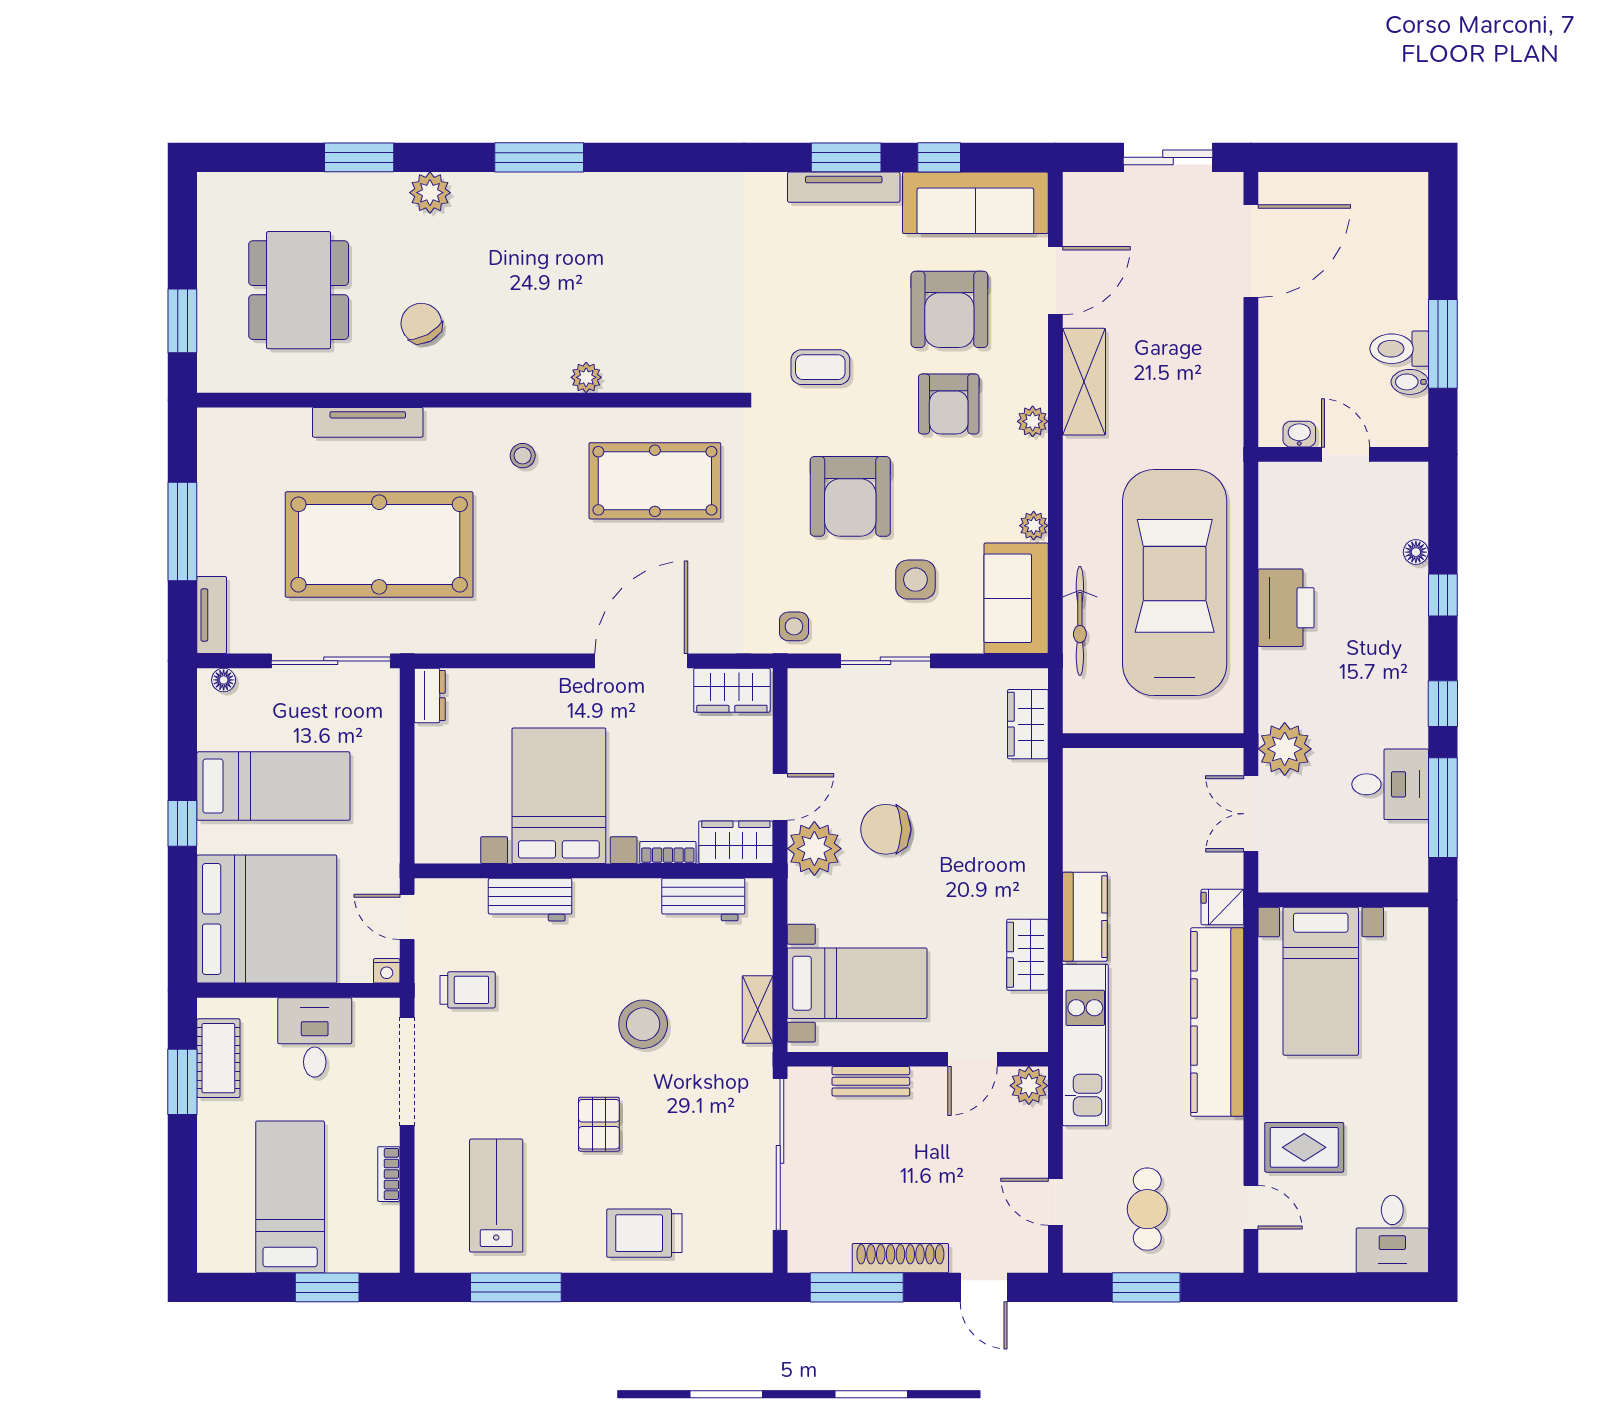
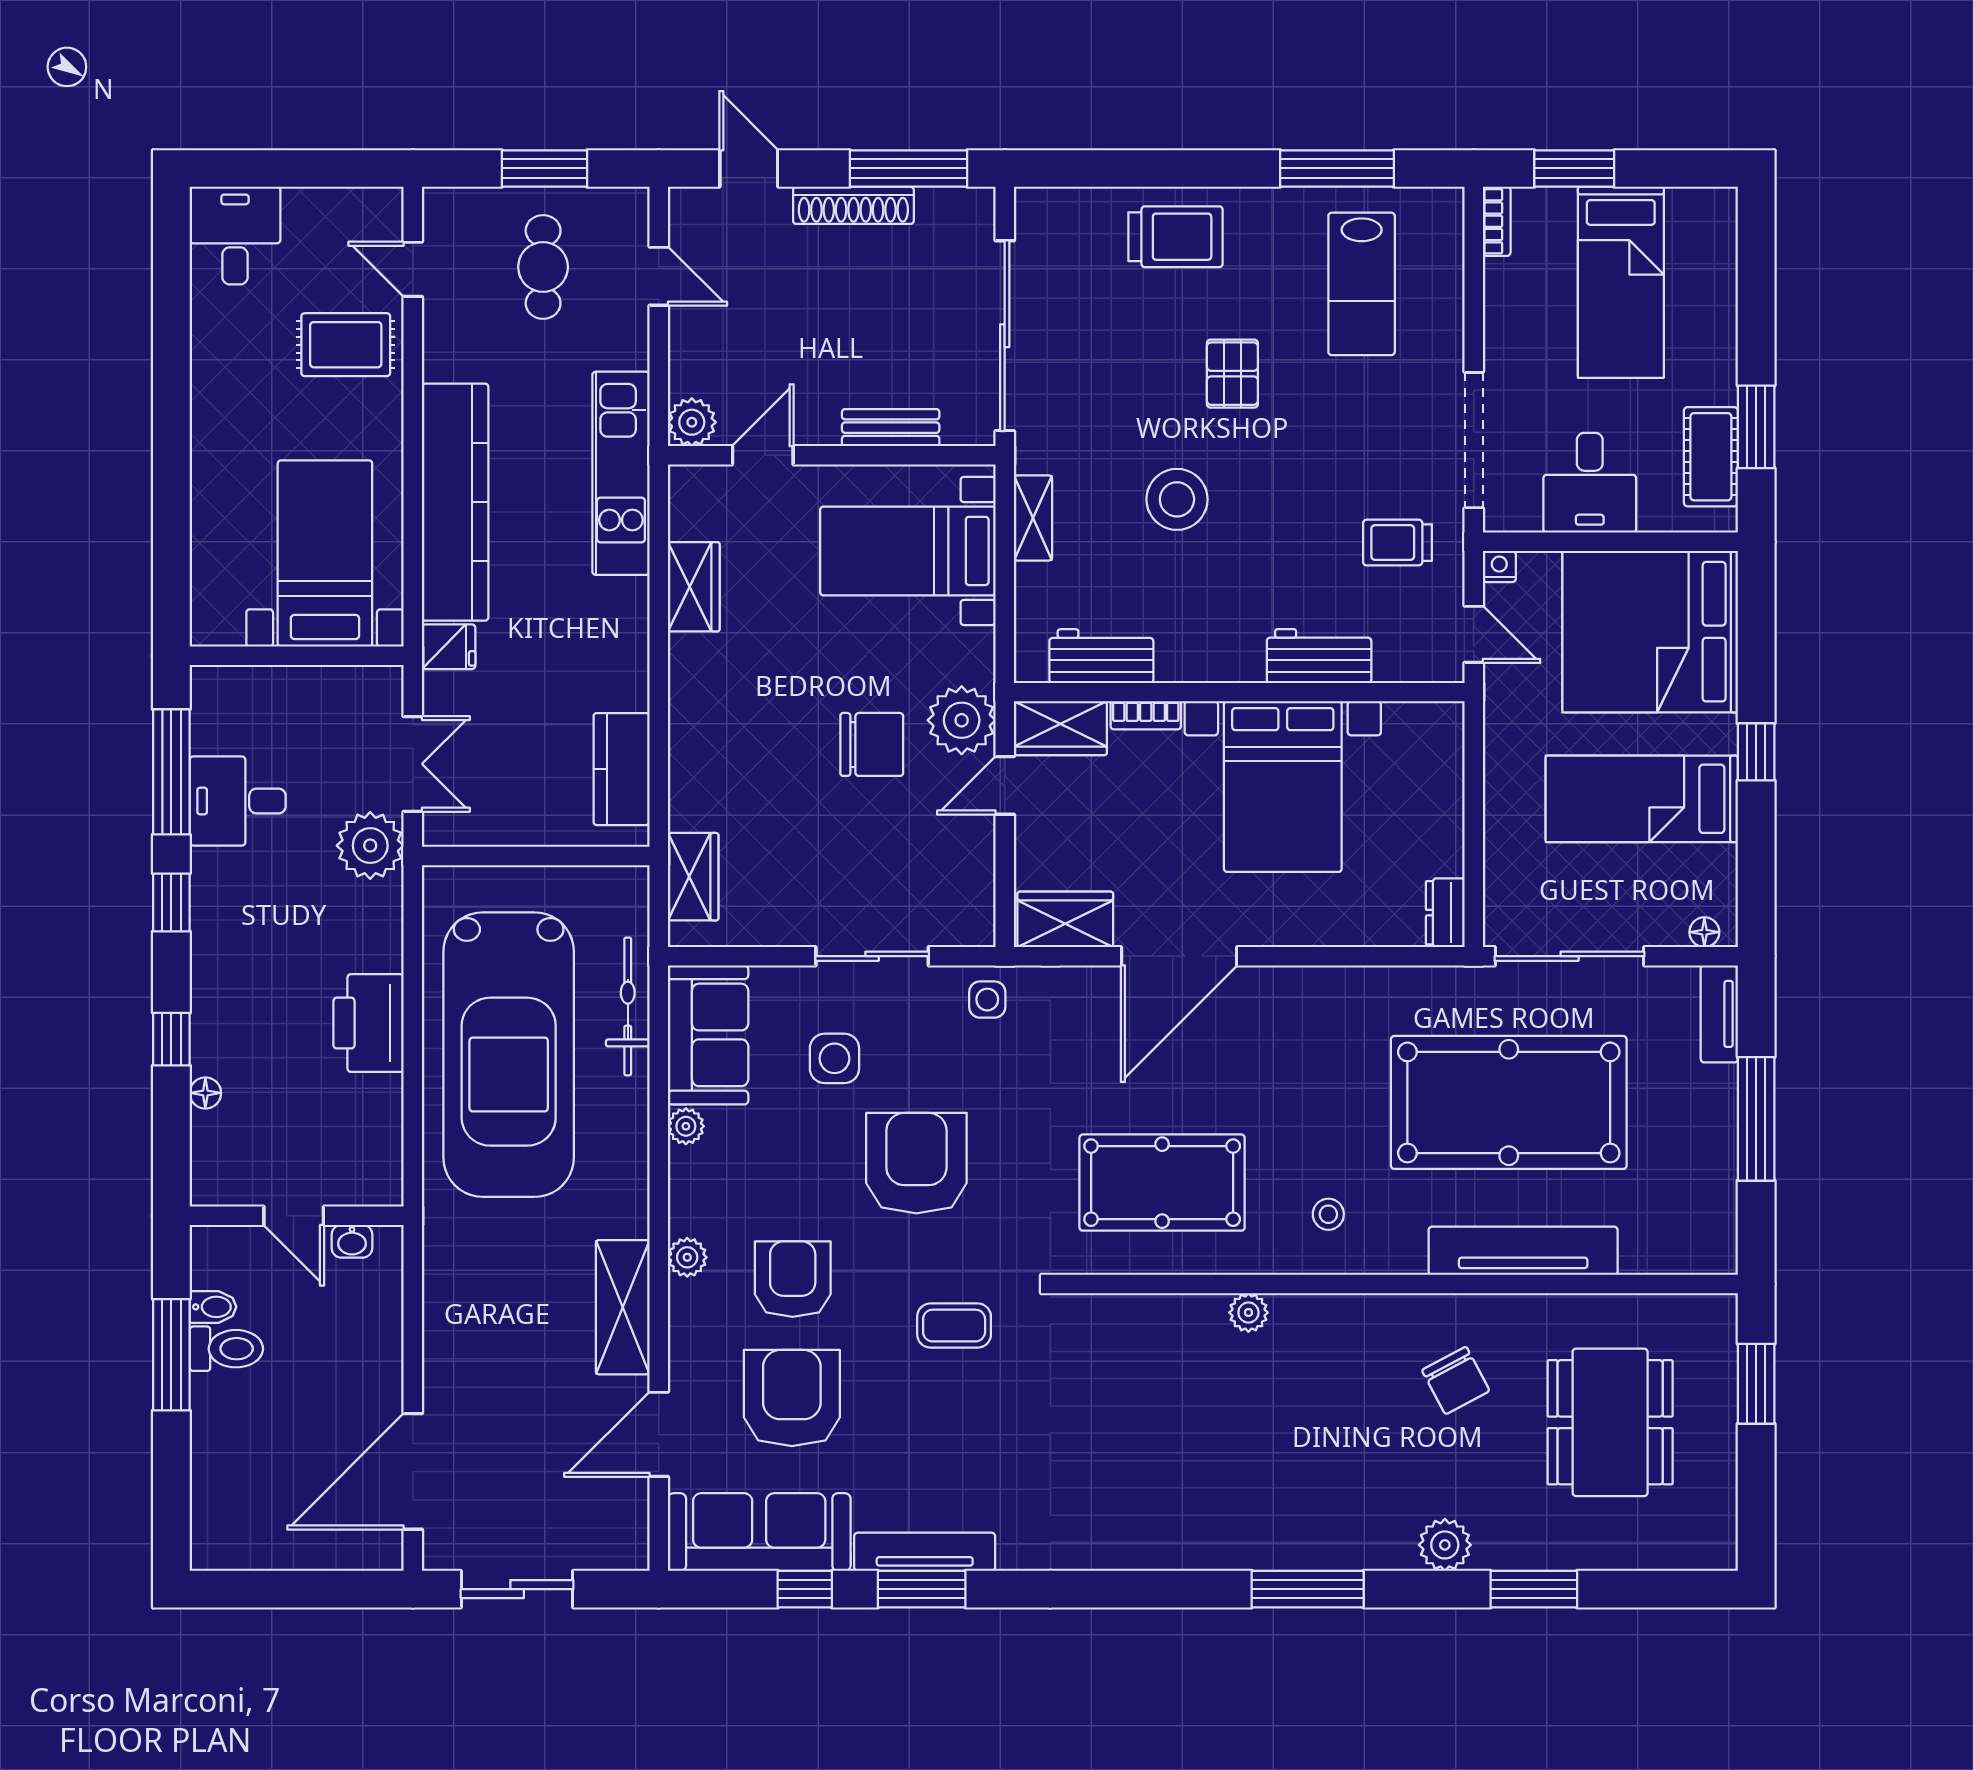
tv unit: (368, 422) -> (1523, 1251), width x1.36, depth x1.29
kitchen counter: (1085, 917) -> (622, 769), moved
bookcase: (389, 1174) -> (1497, 221), moved

